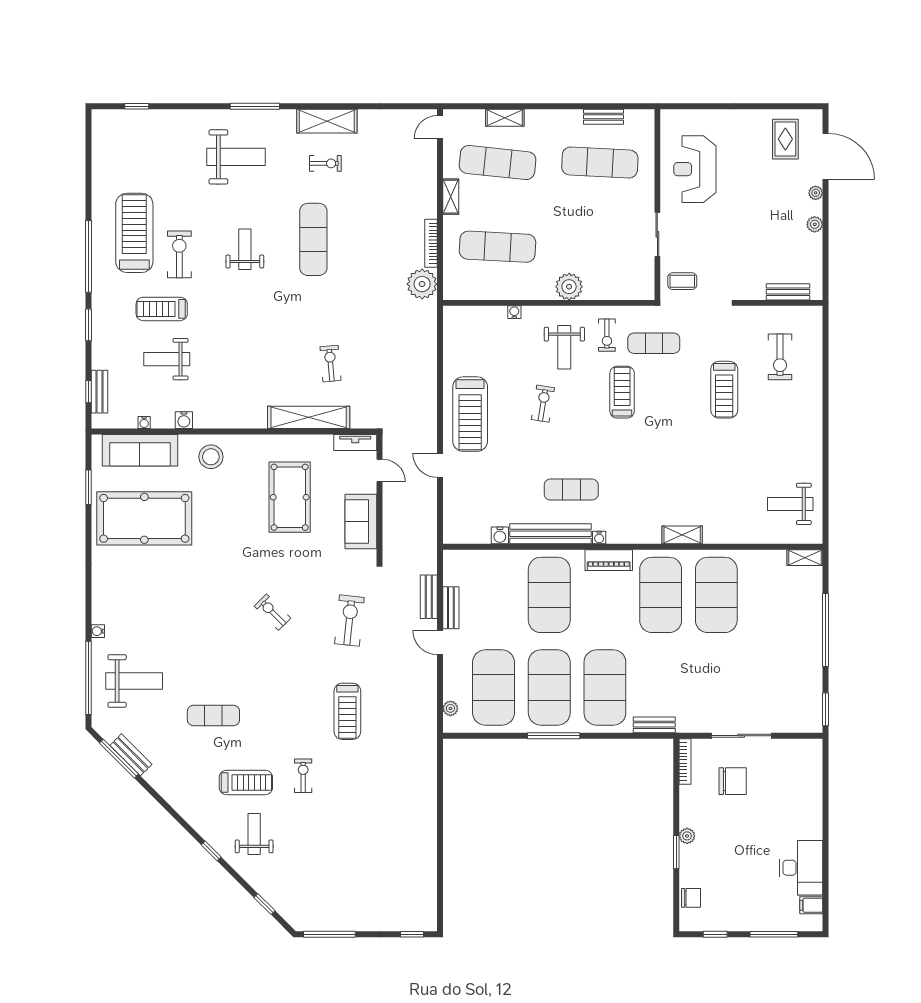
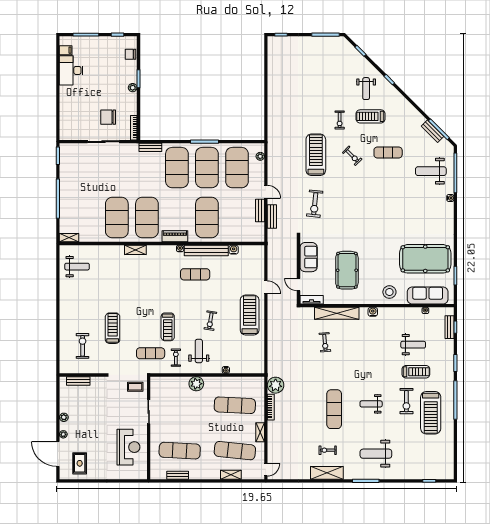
weight bench: (245, 249) -> (371, 404), turned 90
water cooler: (184, 420) -> (373, 312), moved
exercise bike: (272, 612) -> (352, 156), moved
treadmill: (347, 711) -> (316, 155), width x1.37, depth x1.38

